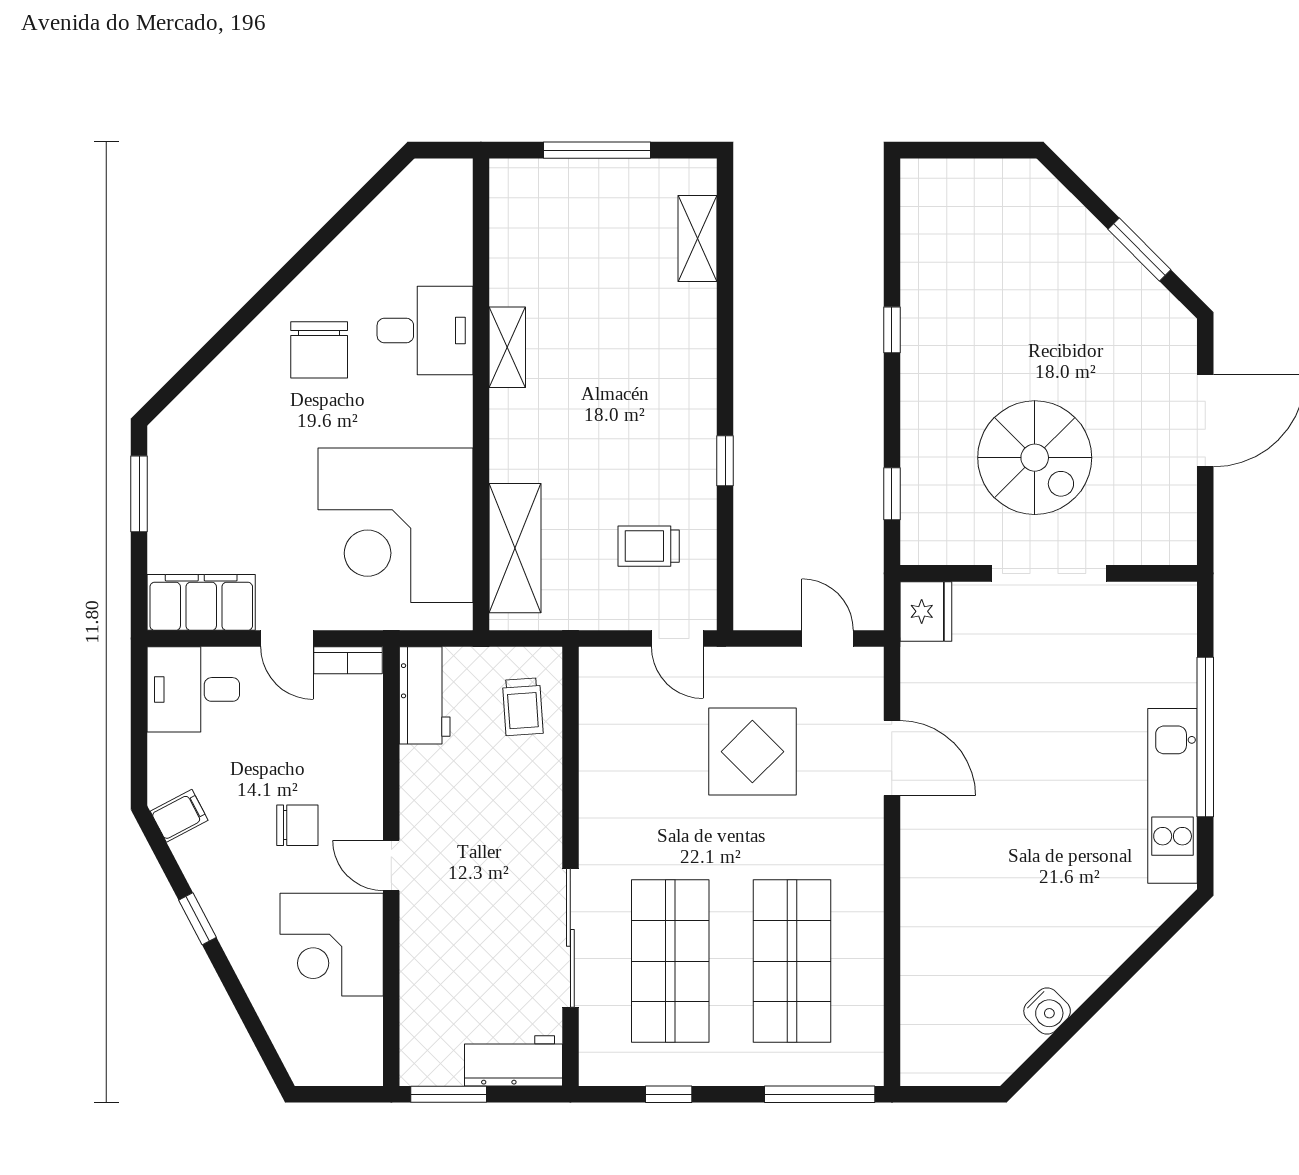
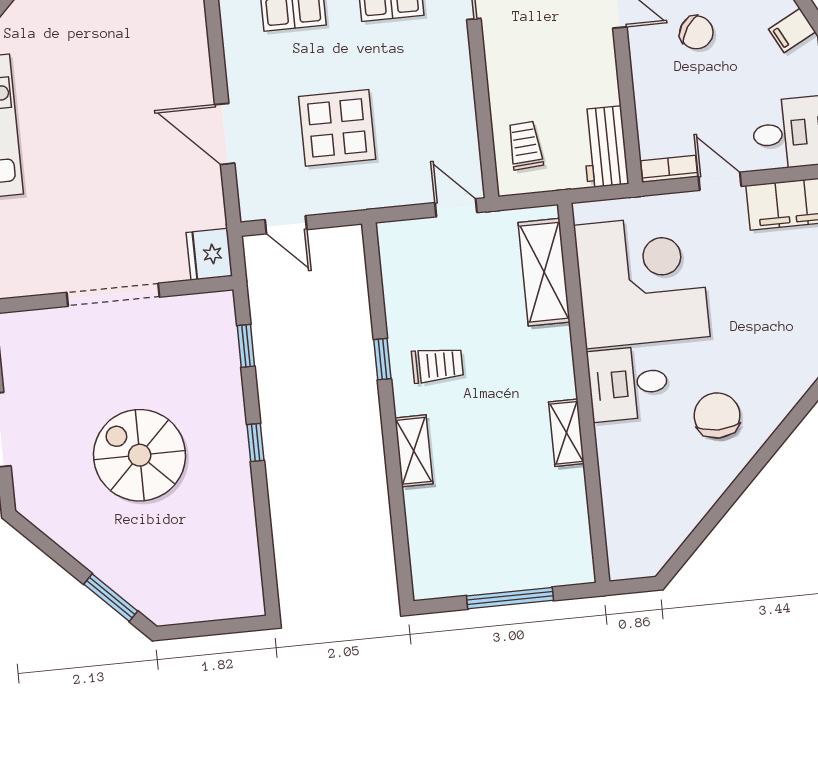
shelving: (698, 238) -> (414, 451), moved
window: (1139, 249) -> (111, 598), moved
window: (892, 330) -> (256, 443), moved
desk: (425, 331) -> (628, 383), moved
spiral stairs: (1035, 458) -> (140, 455), moved
trolley: (649, 546) -> (437, 365), moved
door: (677, 638) -> (456, 208), moved
chair: (297, 825) -> (696, 32), turned -147

